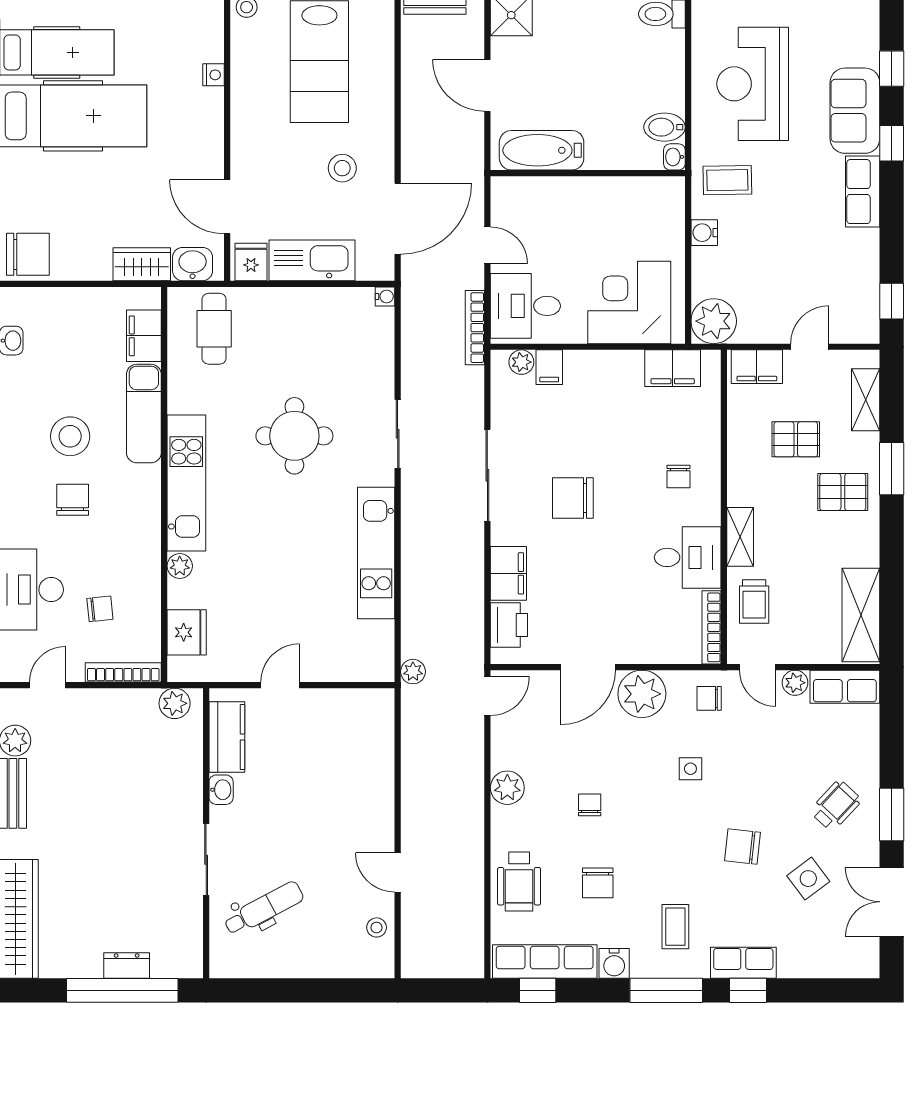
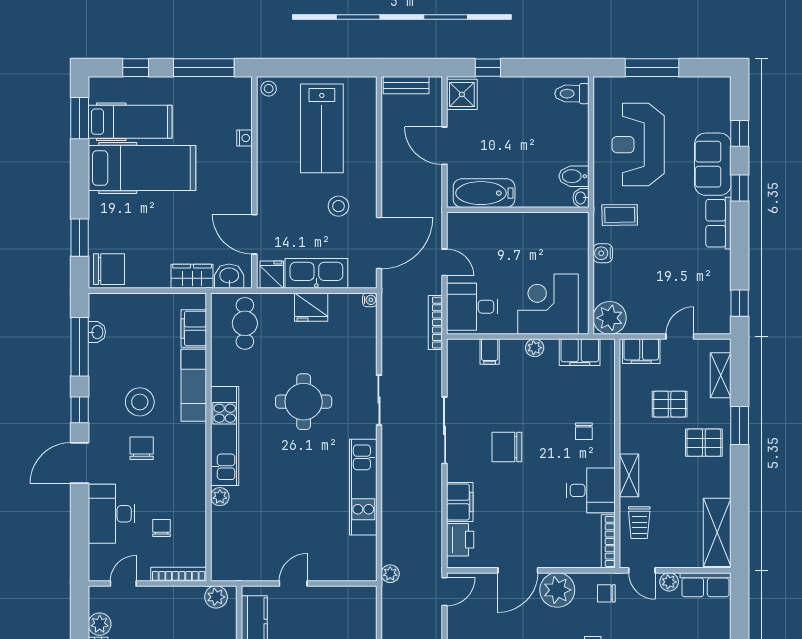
plant: (521, 362) -> (535, 348), moved
chair: (100, 609) -> (162, 528), turned -84
fridge: (187, 632) -> (311, 307), moved, turned 90

